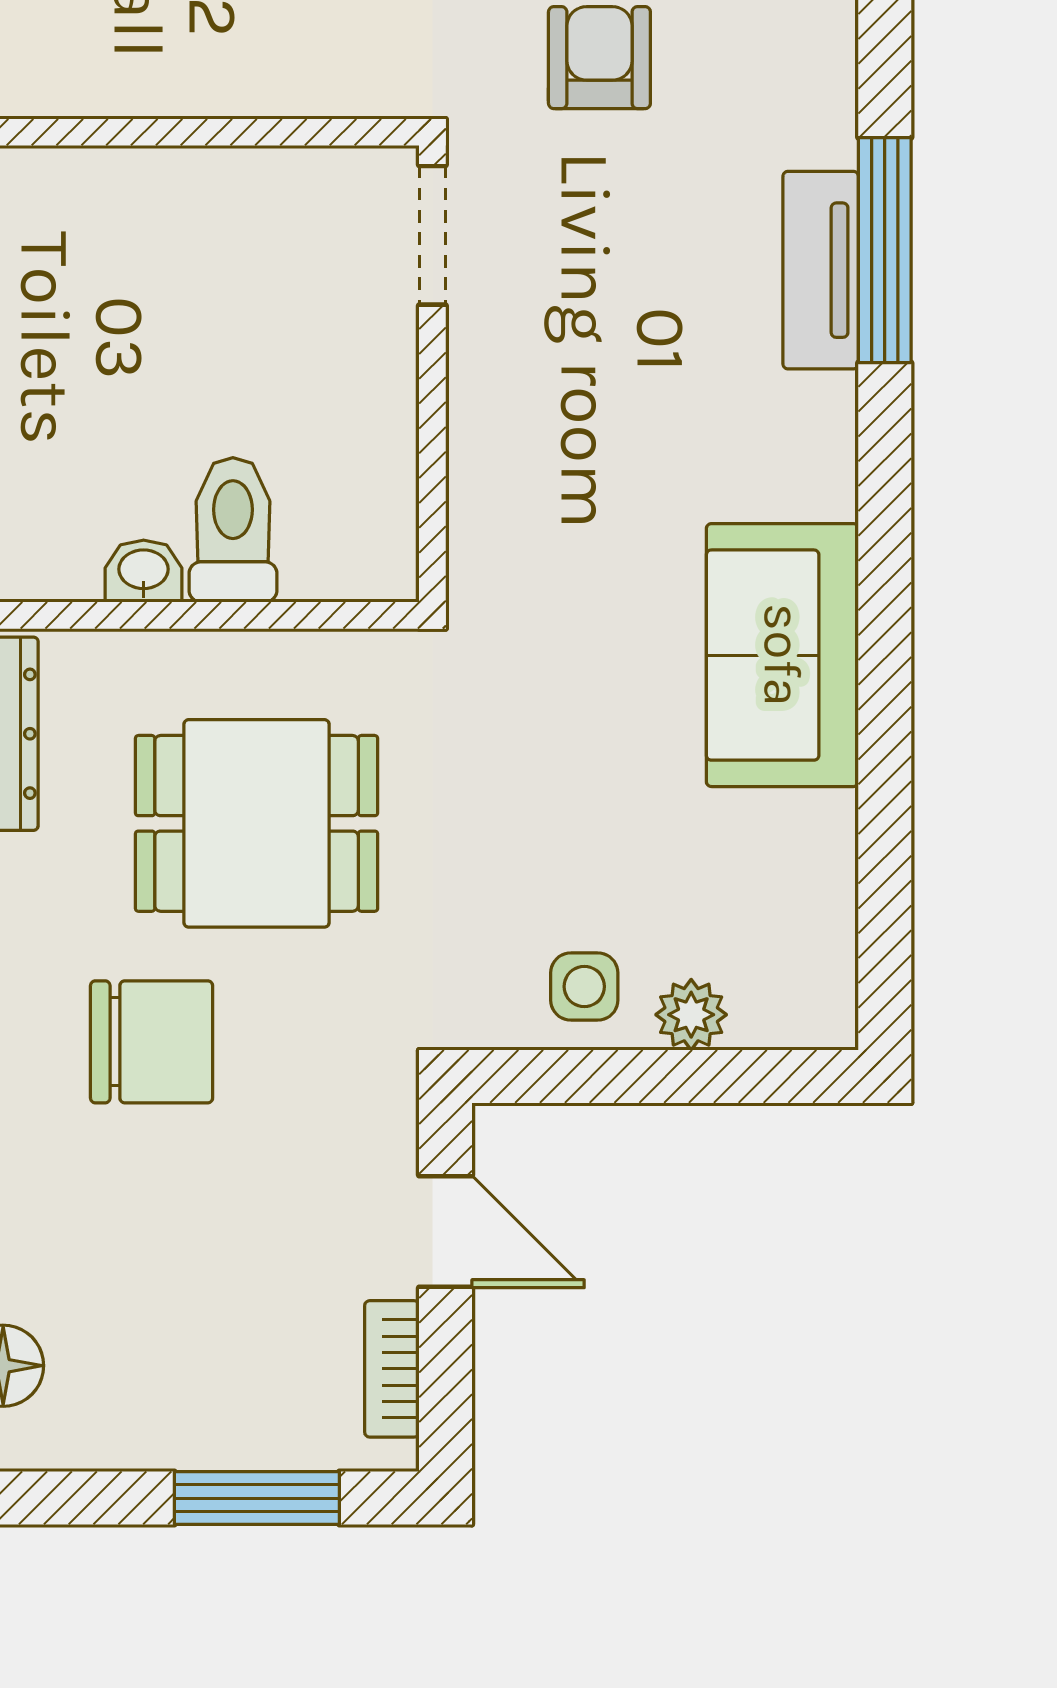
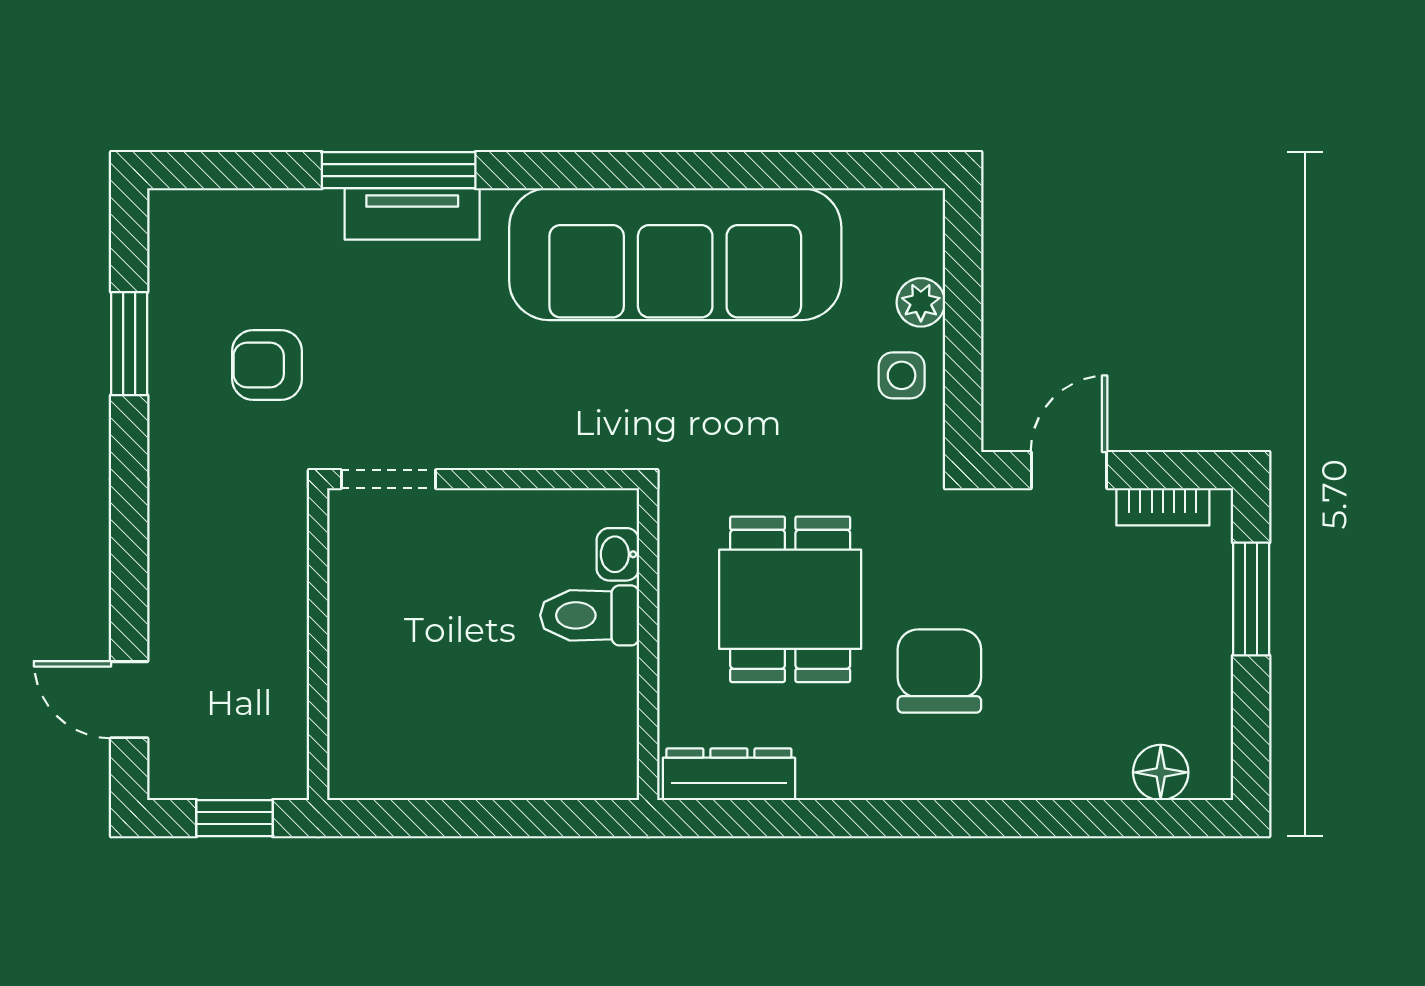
washbasin: (144, 571) -> (618, 554), moved
sofa: (782, 655) -> (675, 254), width x1.85, depth x1.27

